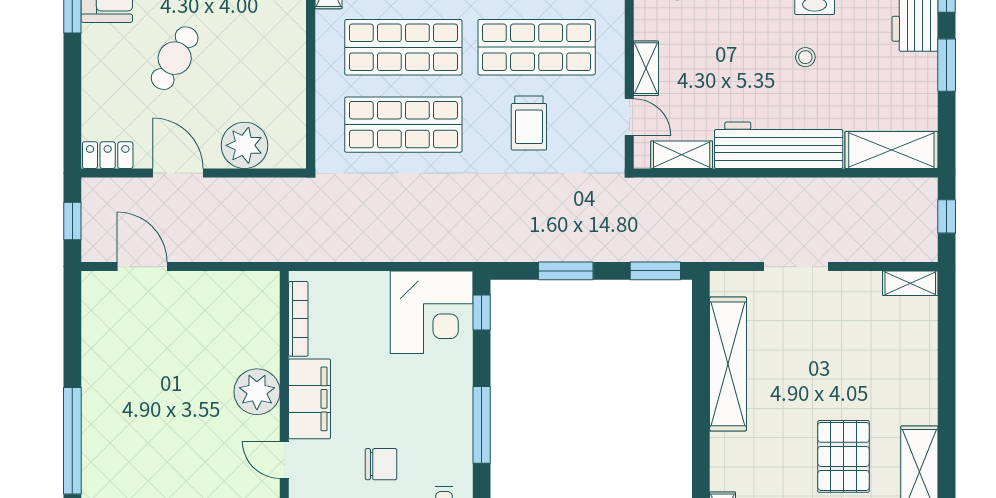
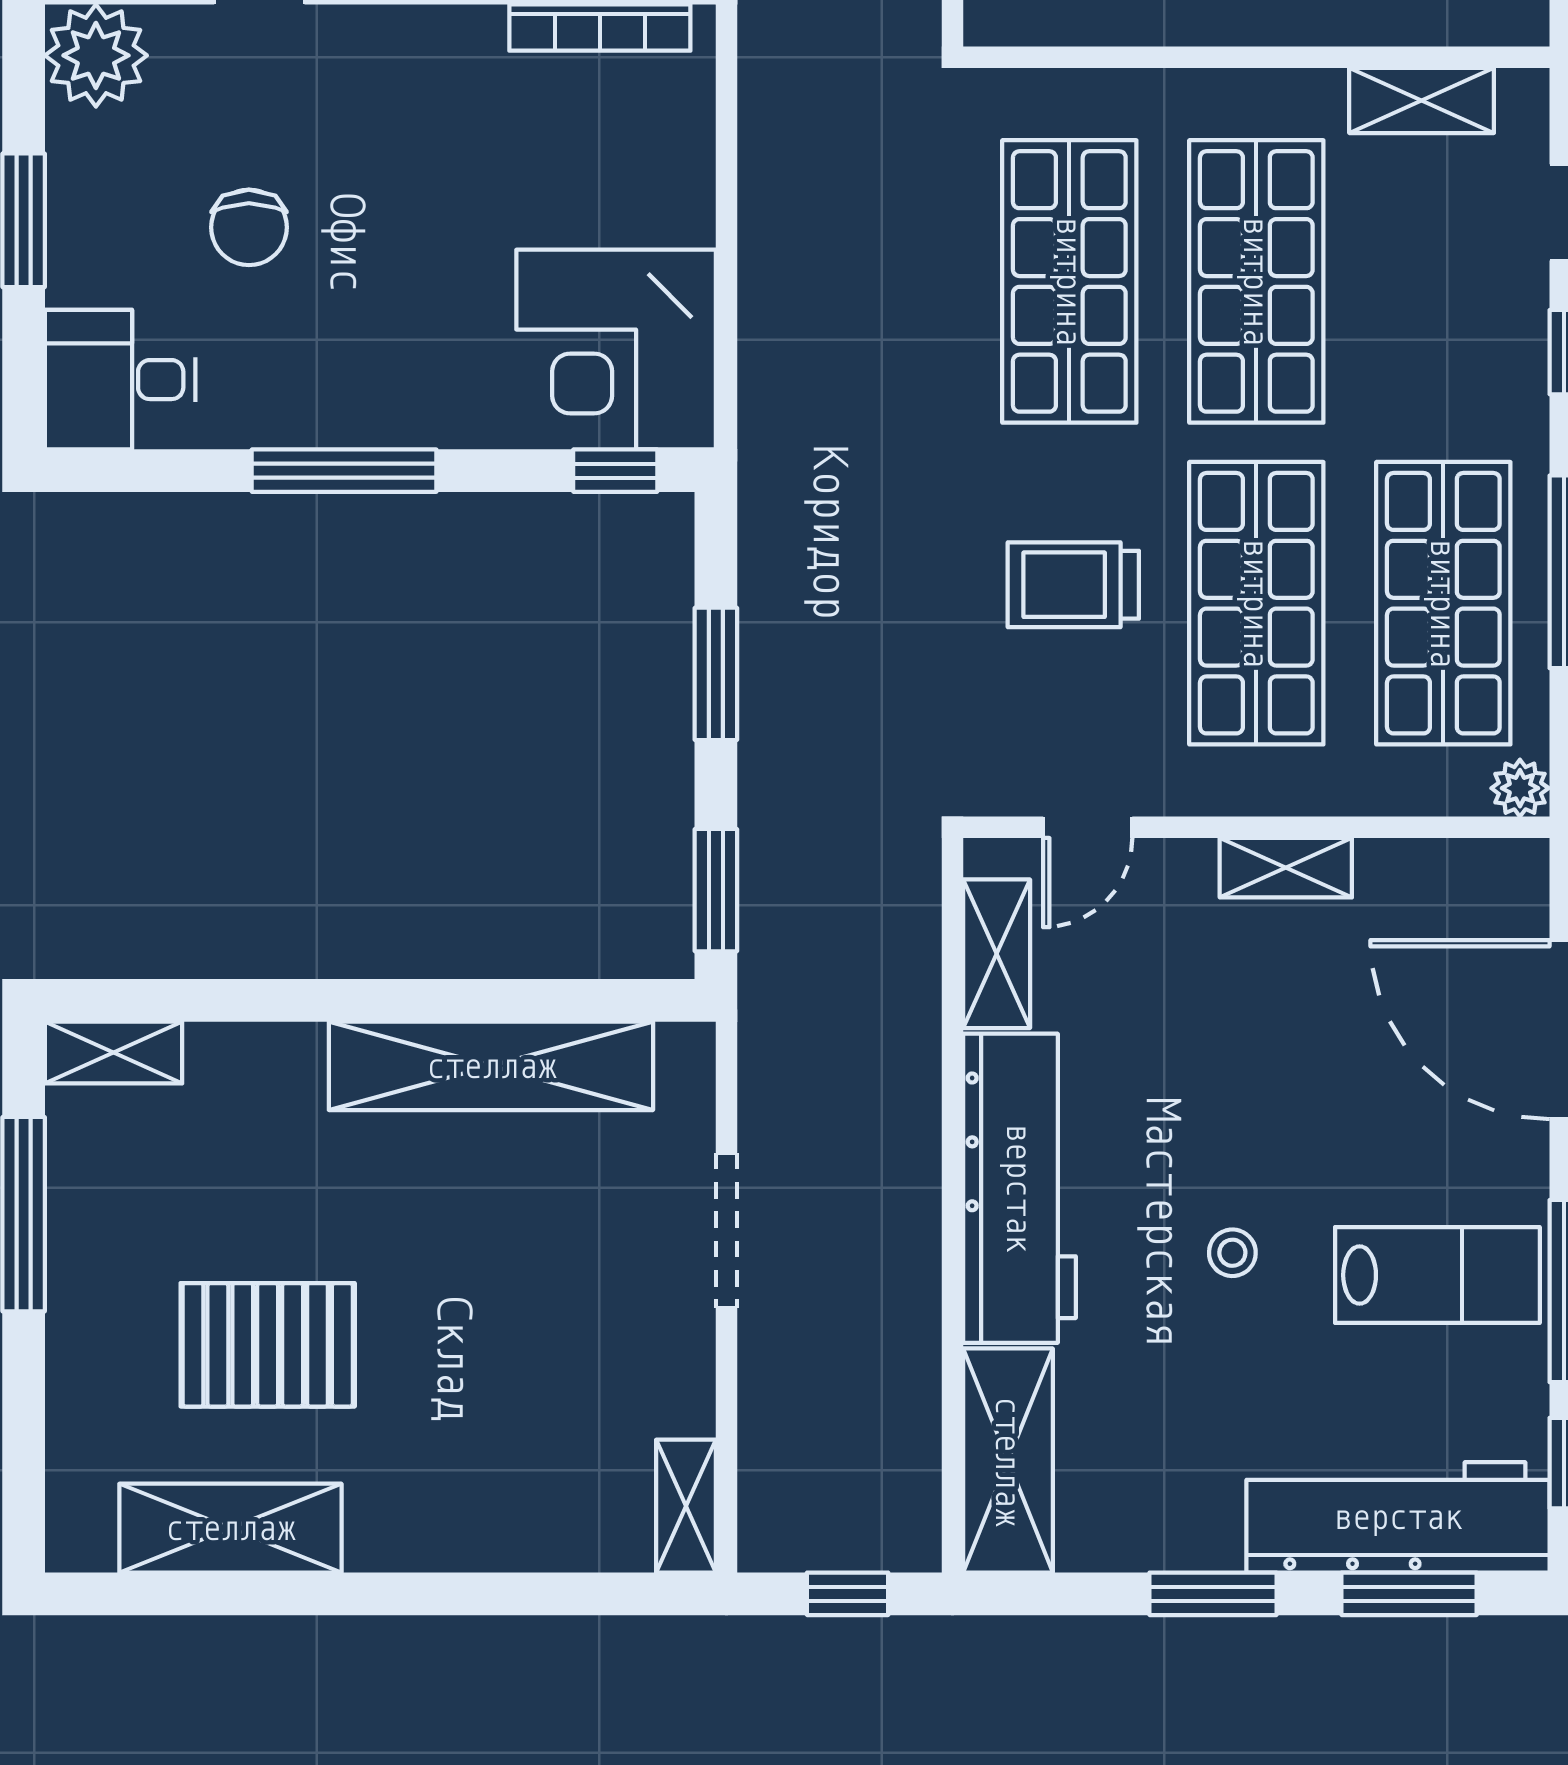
shelving: (646, 68) -> (1286, 868), moved
filing cabinet: (309, 399) -> (407, 55), removed

